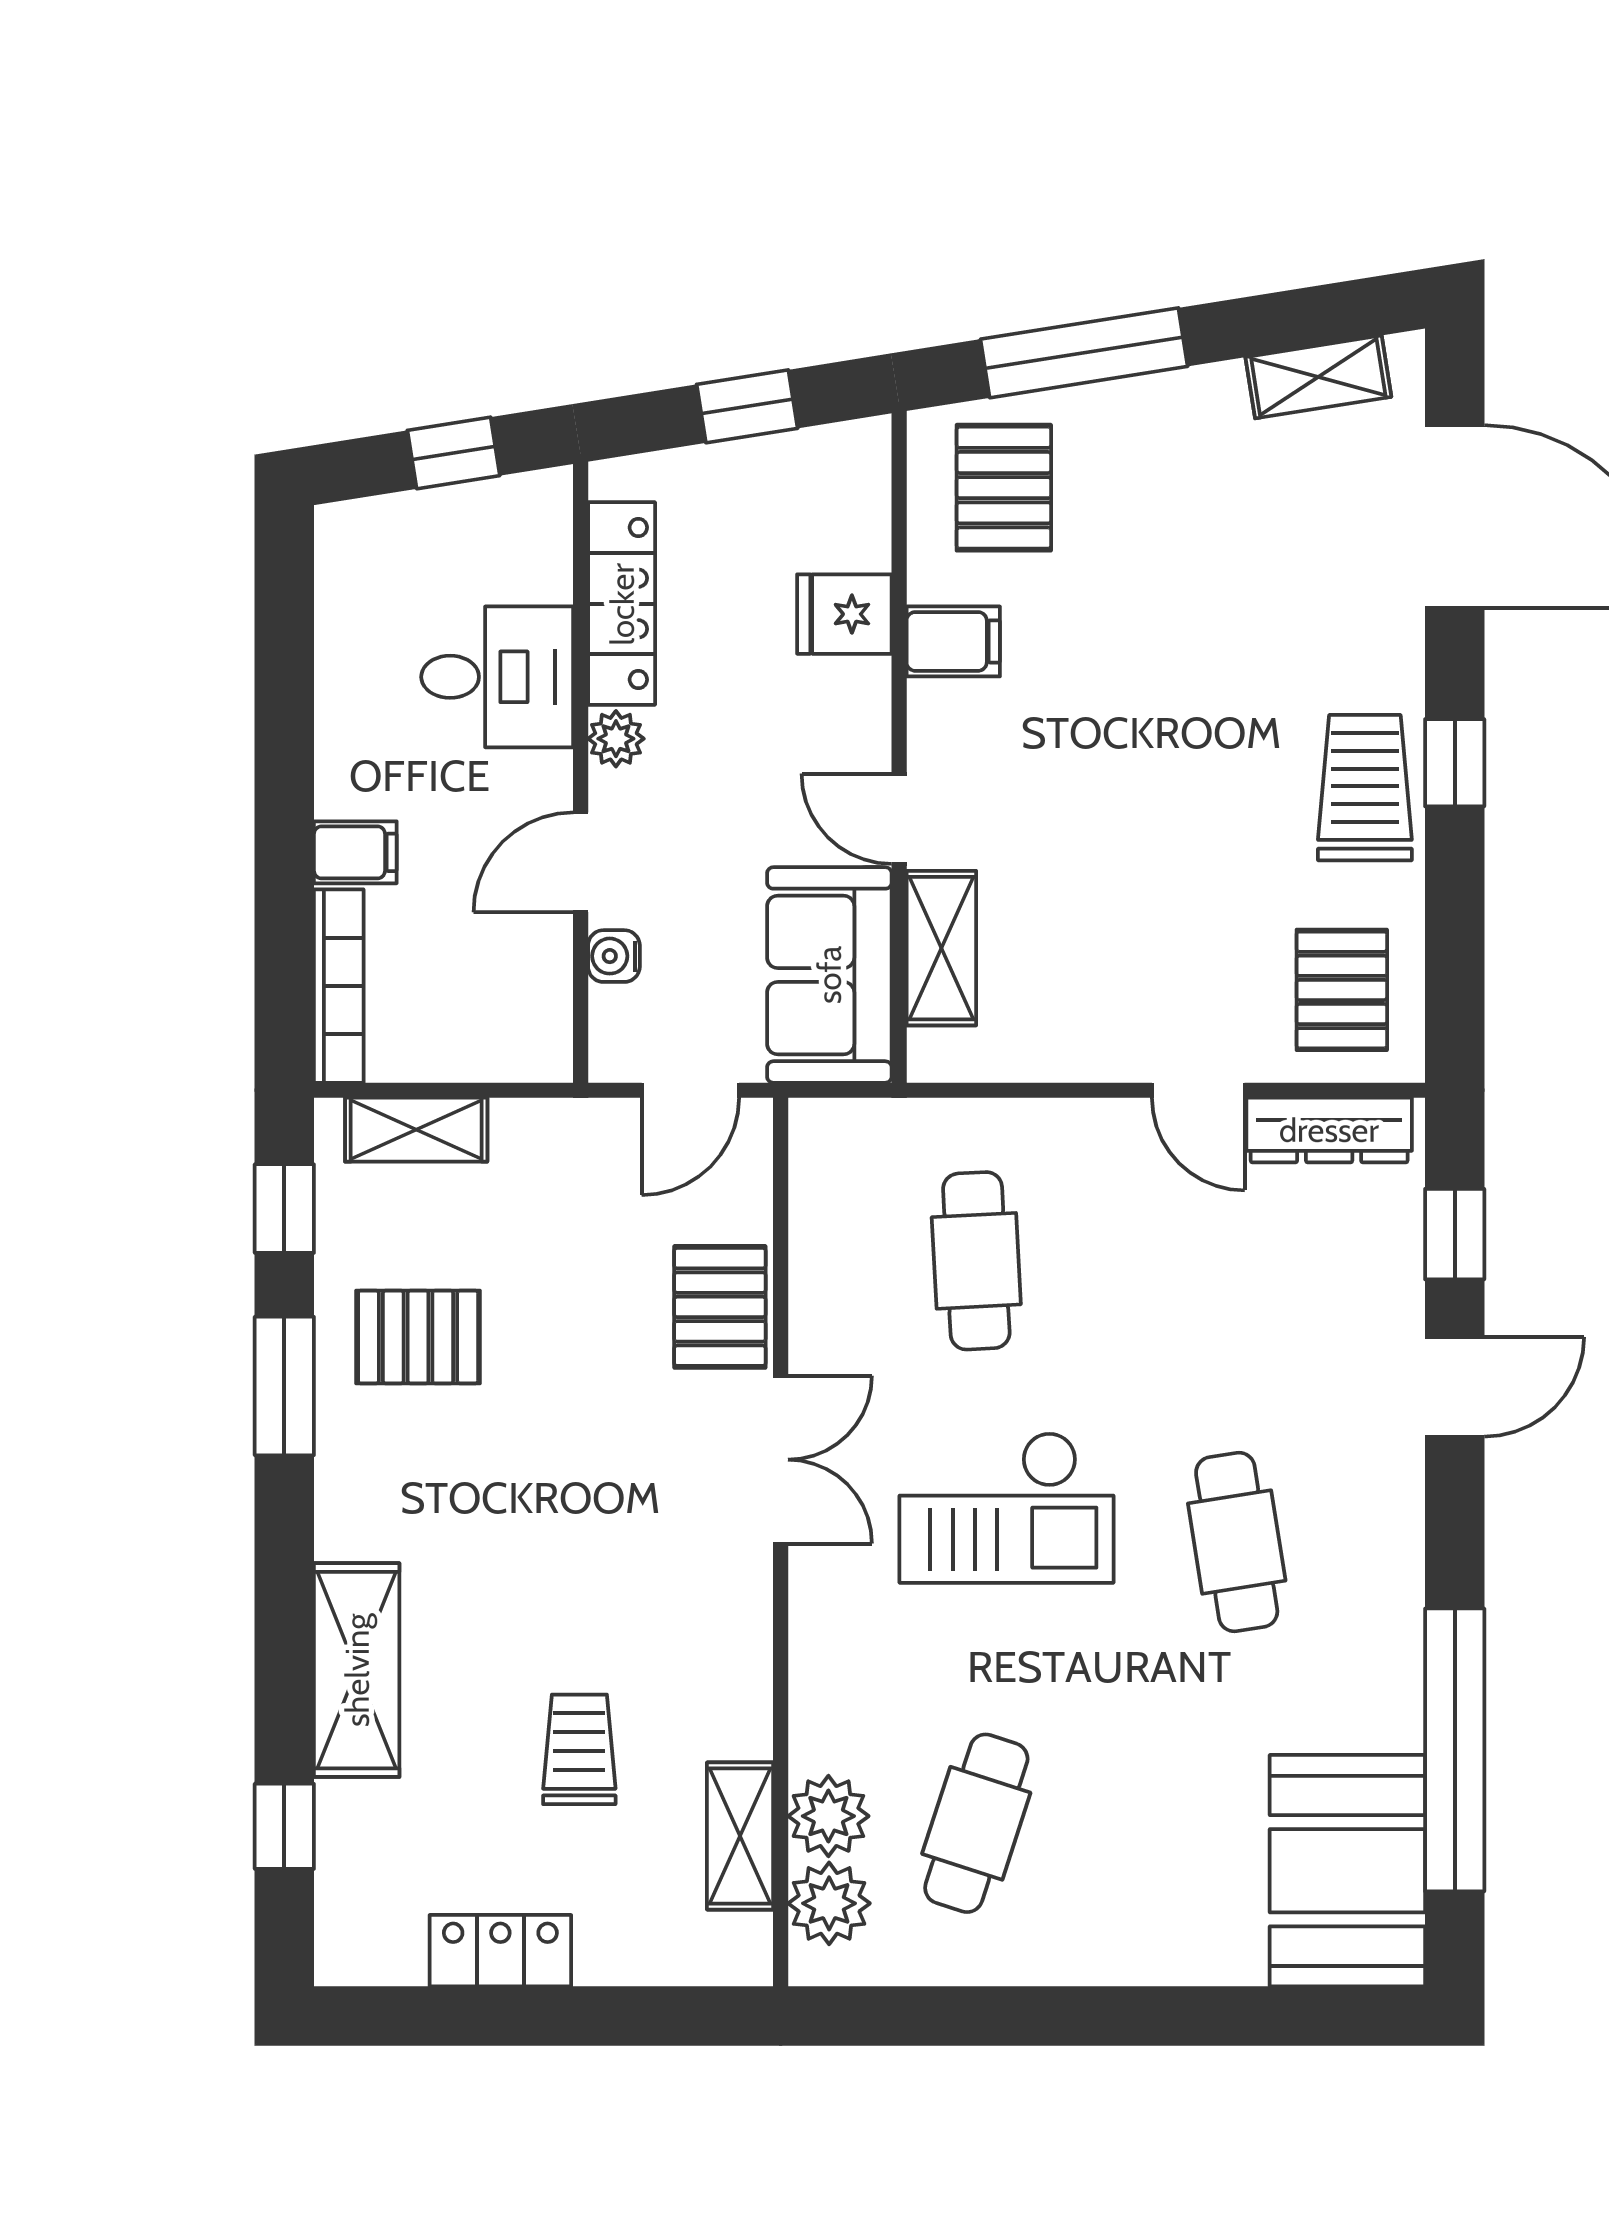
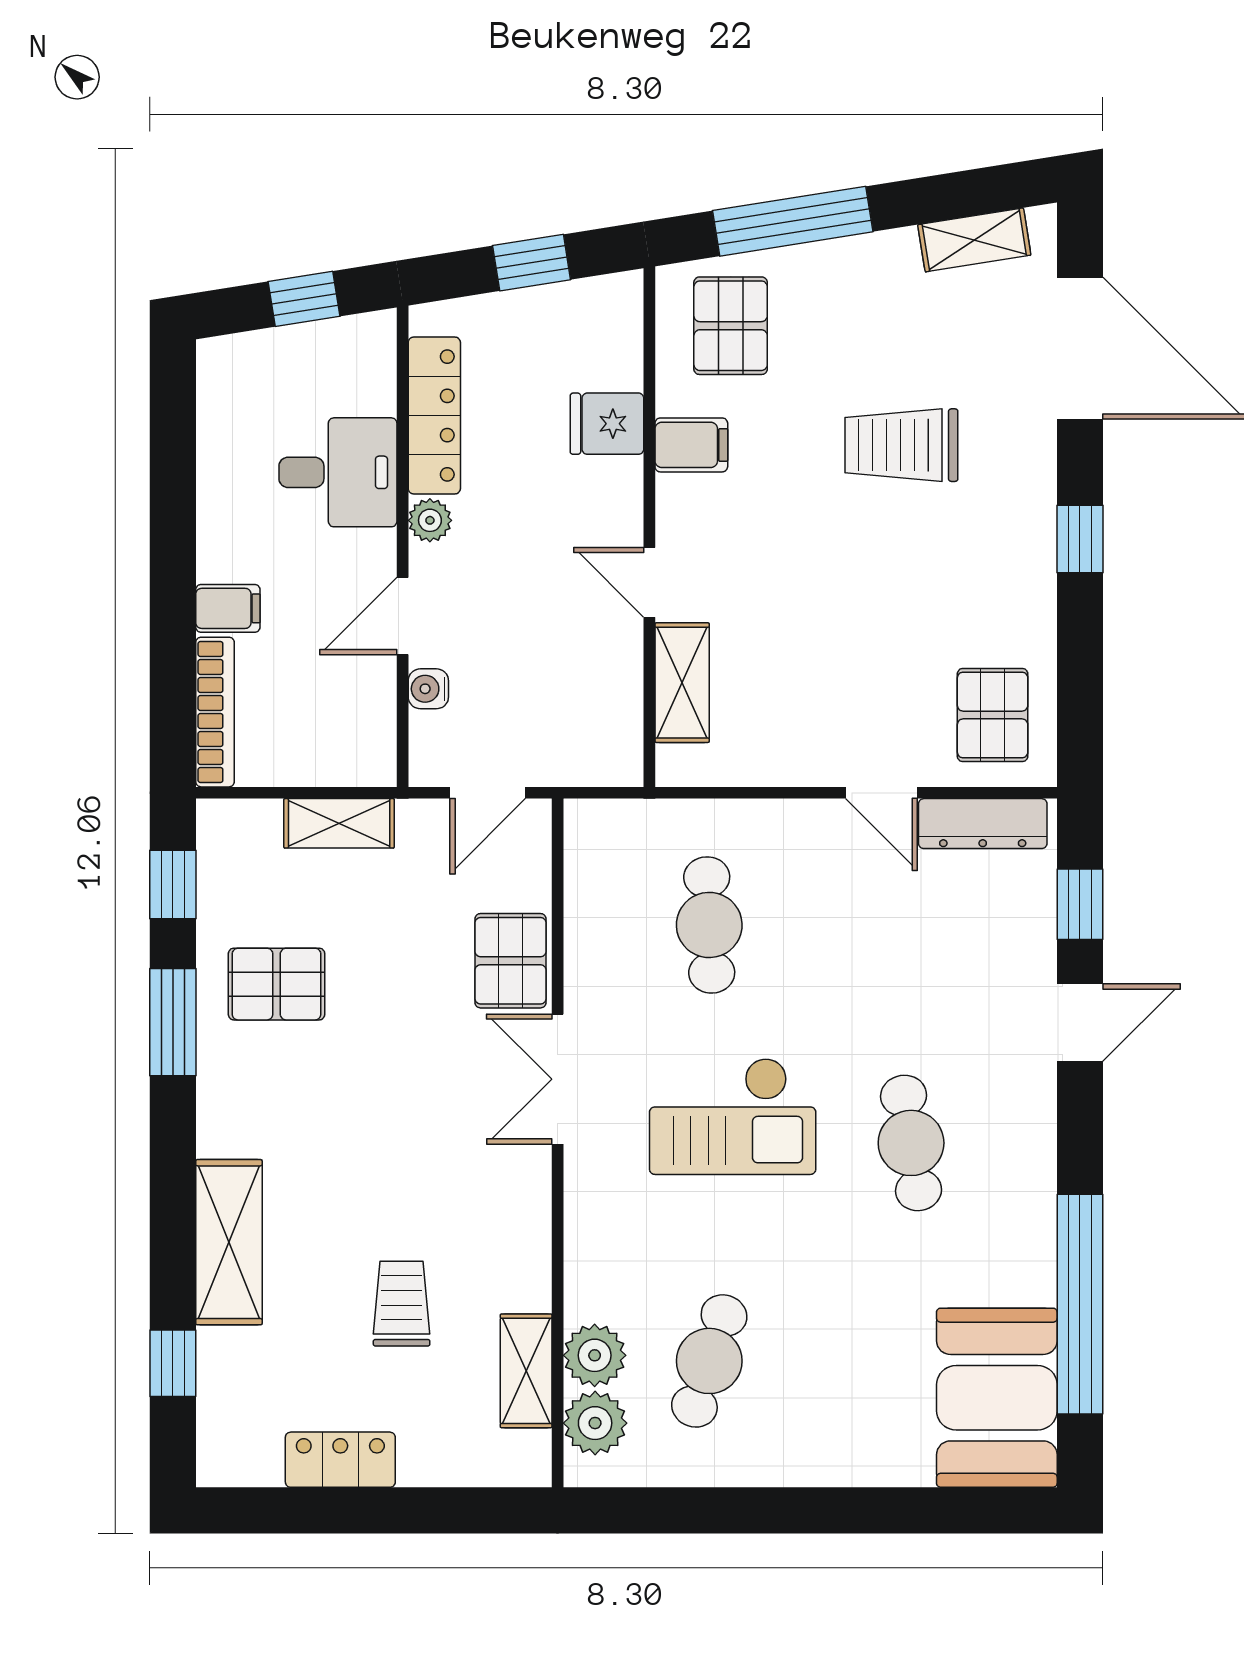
trolley: (1365, 788) -> (901, 445), moved, turned -90
sofa: (829, 975) -> (595, 703), removed
shelving: (416, 1130) -> (339, 823), moved
double door: (781, 1460) -> (558, 1079), swing flipped

